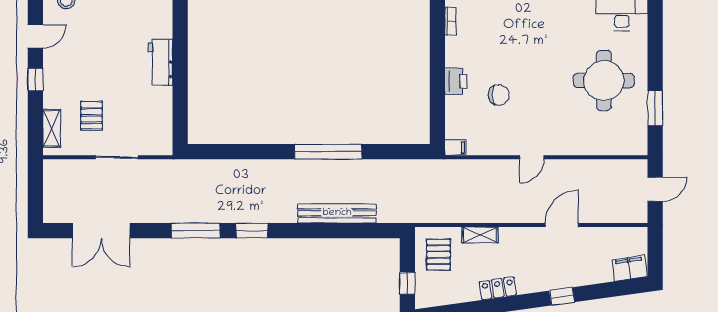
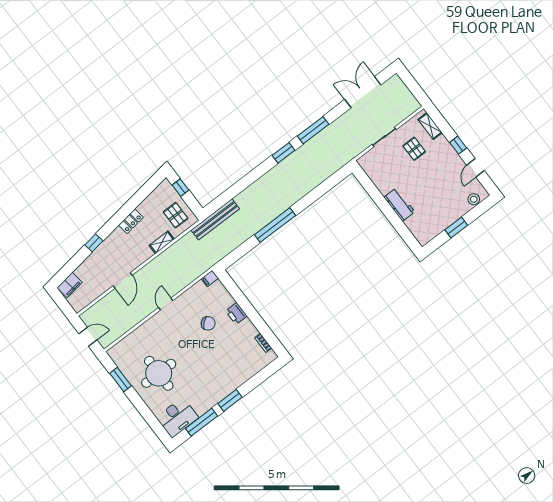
chair: (499, 95) -> (208, 323), turned -132
door: (655, 189) -> (88, 337), swing flipped
bench: (337, 213) -> (215, 219), moved

